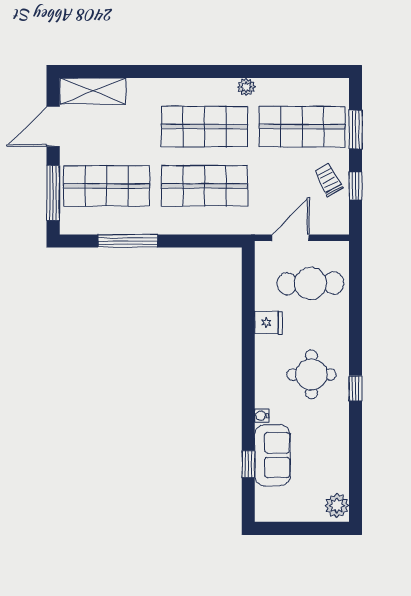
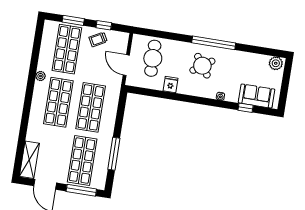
round table: (311, 375) -> (202, 66), turned -35
window: (356, 388) -> (214, 43), width x3.17
sofa: (273, 455) -> (257, 96), moved

